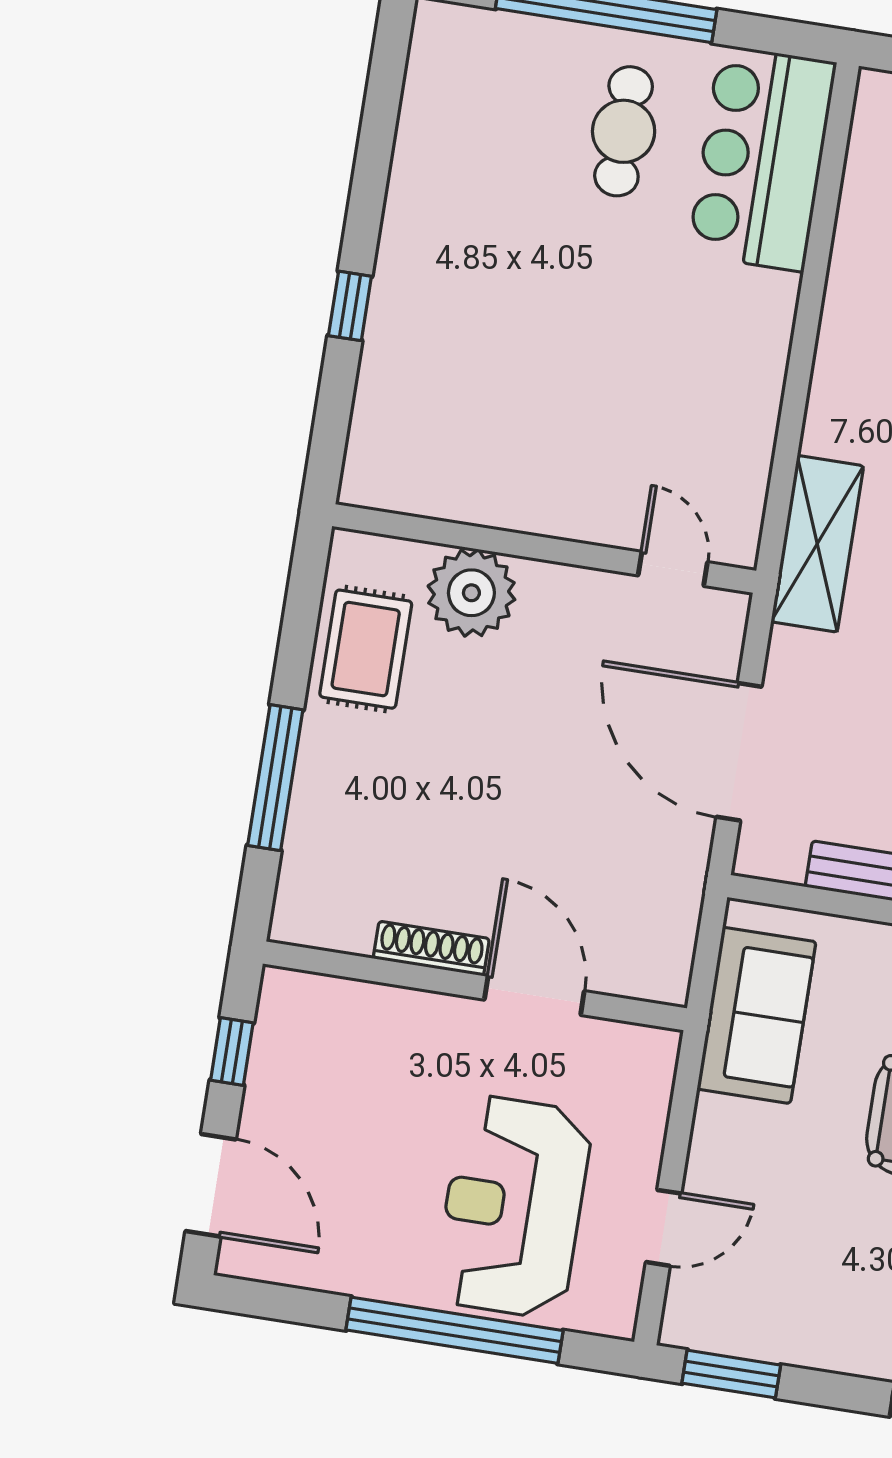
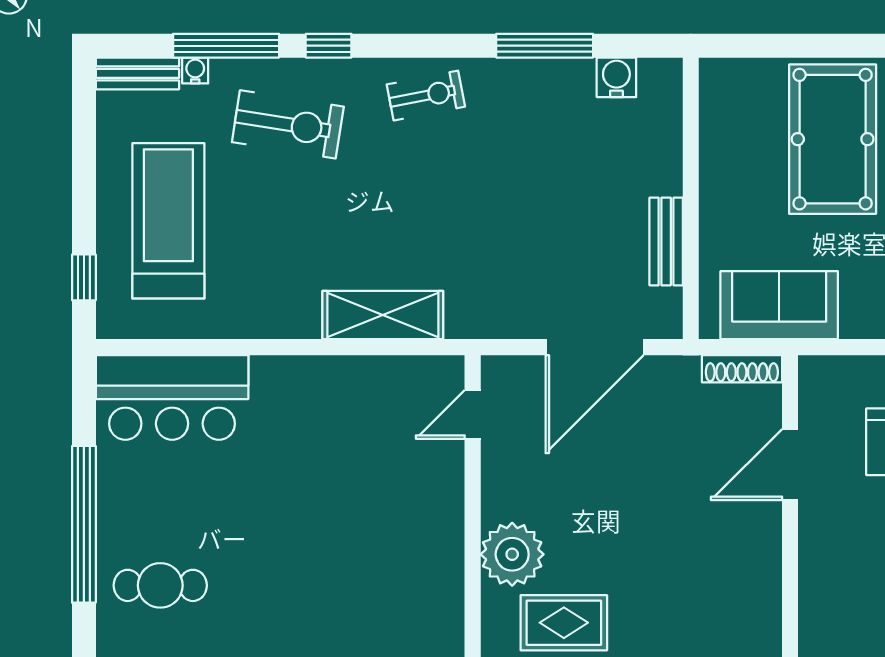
cafe table: (624, 131) -> (160, 585), moved
shelving: (817, 544) -> (383, 315), moved
shoe rack: (431, 949) -> (742, 369), moved, turned -90

